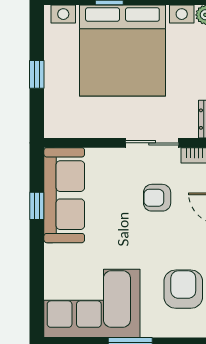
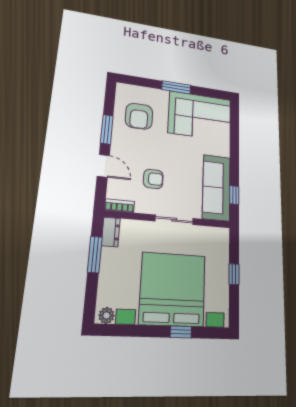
sliding door: (152, 143) -> (174, 220), moved
window: (37, 206) -> (234, 195), moved

